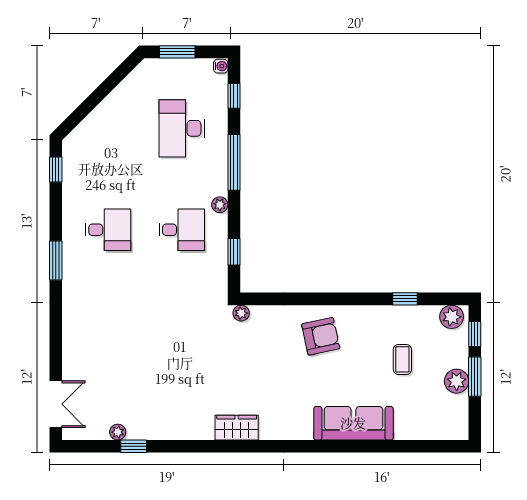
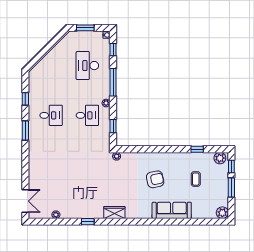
window: (56, 169) -> (25, 99), moved
armchair: (321, 336) -> (155, 179), moved
plant: (457, 381) -> (222, 213), moved
window: (134, 446) -> (88, 222), moved

